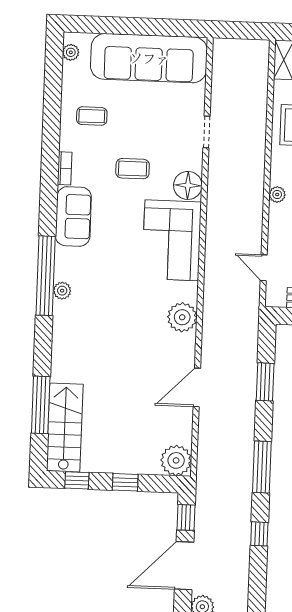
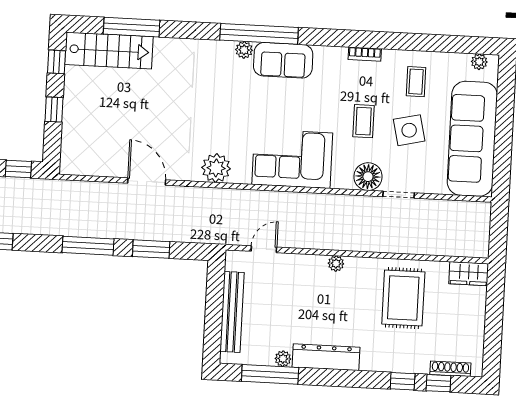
side table: (141, 122) -> (409, 130), added
floor lamp: (188, 185) -> (368, 177), moved
sofa: (73, 216) -> (283, 60), moved
plant: (176, 460) -> (75, 160), removed
window: (262, 467) -> (88, 246), moved

